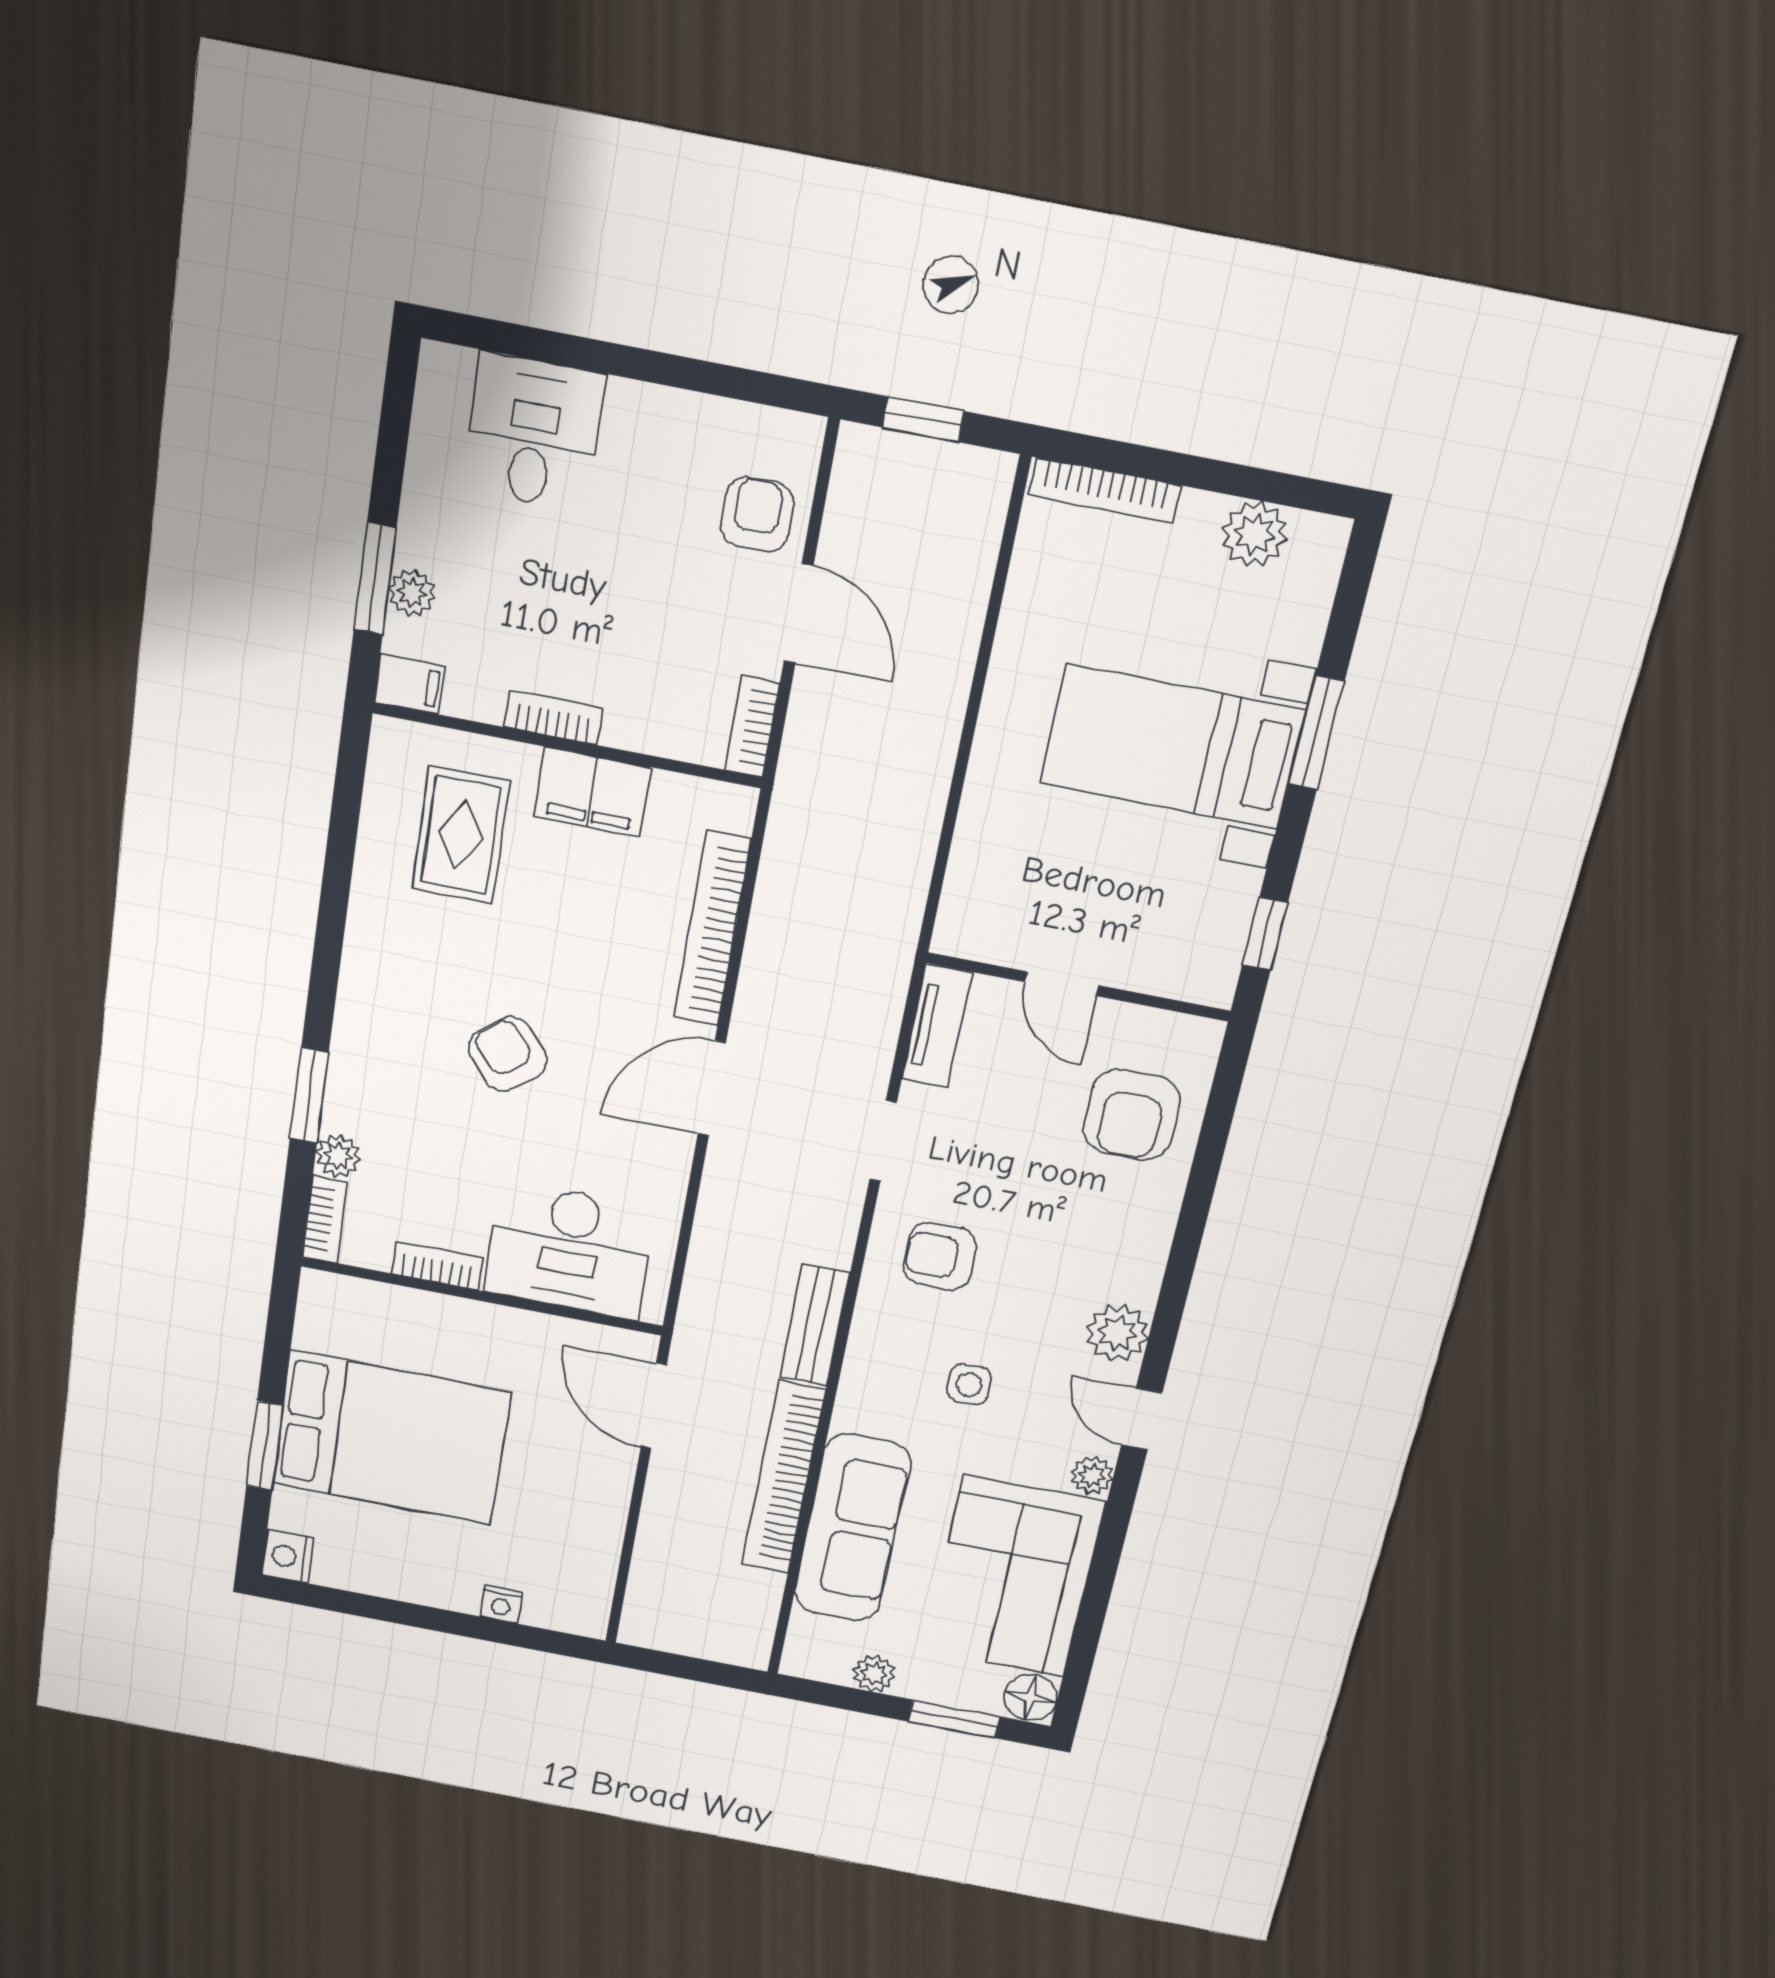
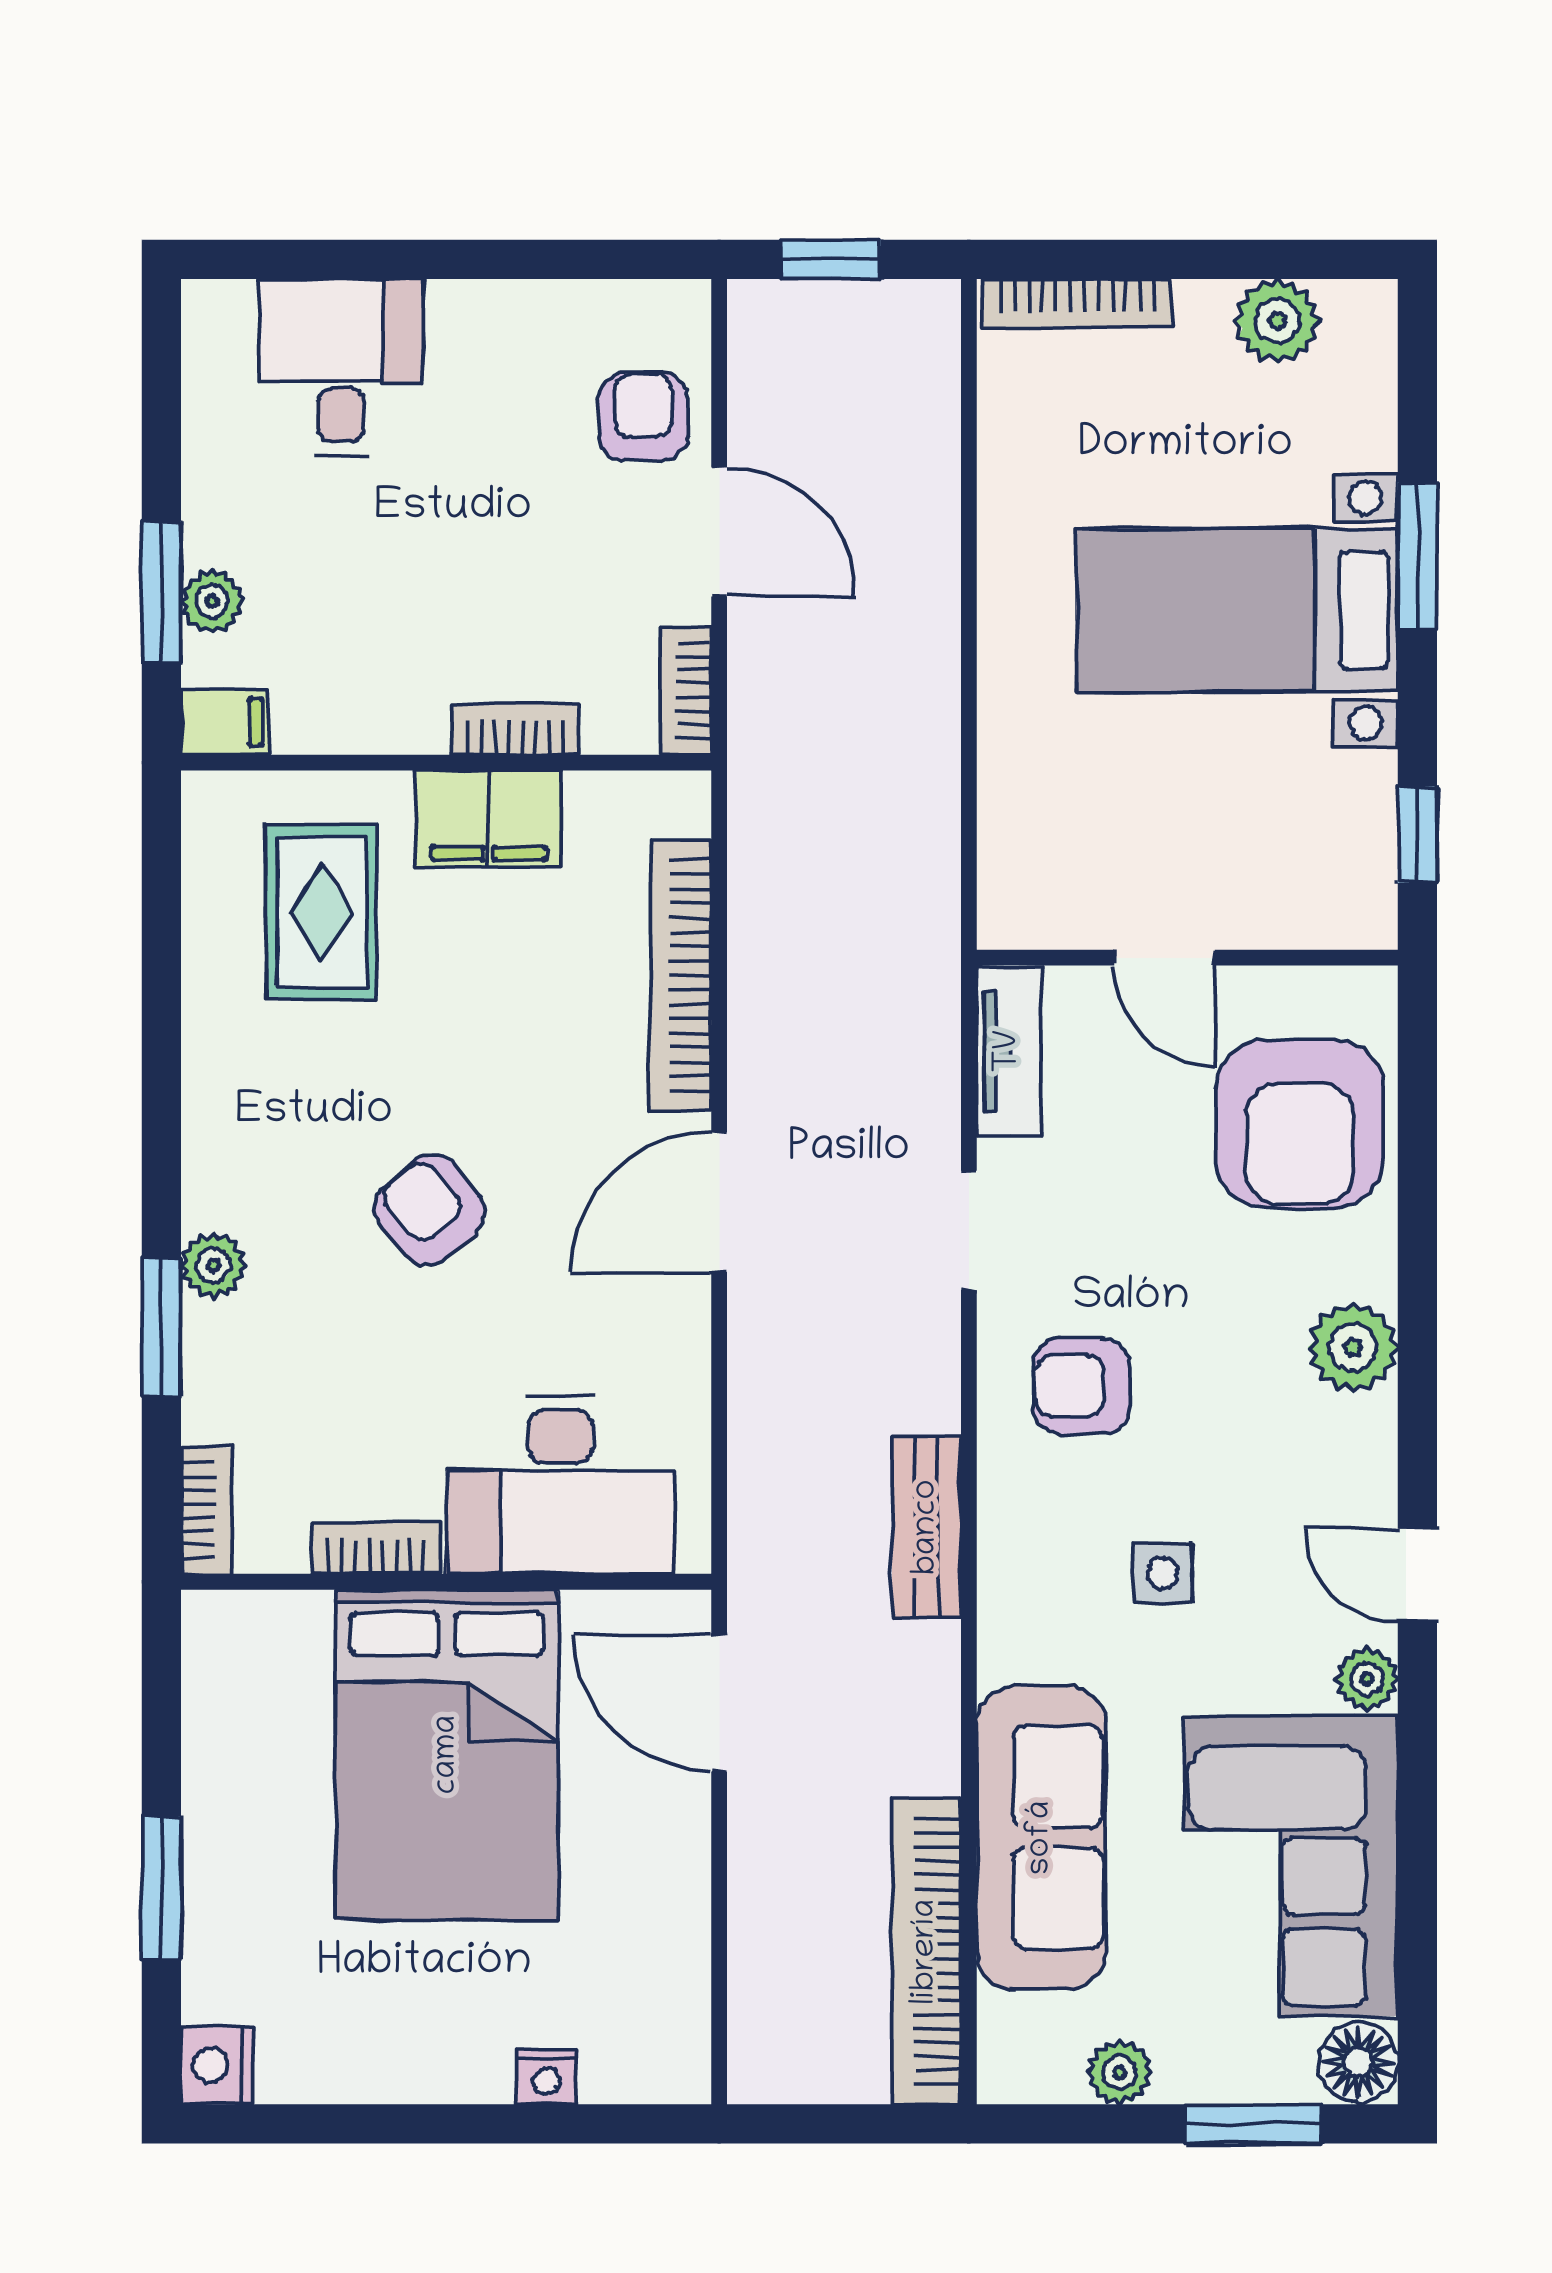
bookcase: (553, 718) -> (516, 729), moved
armchair: (1132, 1115) -> (1300, 1124), width x1.36, depth x1.36
plant: (338, 1156) -> (213, 1265), moved
plant: (1117, 1333) -> (1353, 1347), moved
bed: (391, 1438) -> (447, 1755), moved, turned 90
bookcase: (784, 1477) -> (926, 1952), moved

